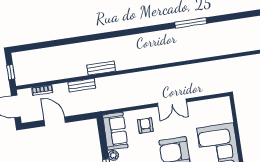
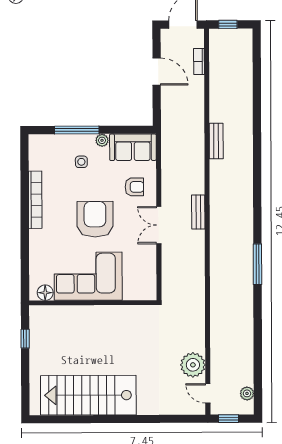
bench: (82, 85) -> (198, 212), moved
door: (55, 121) -> (157, 72), hinge flipped

